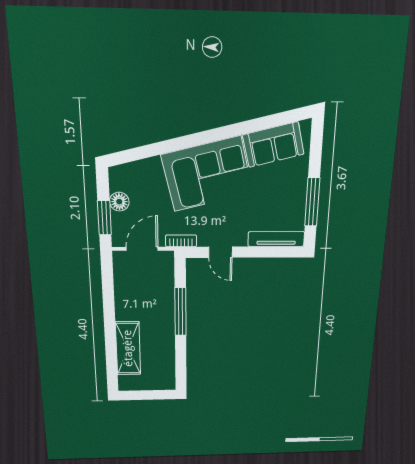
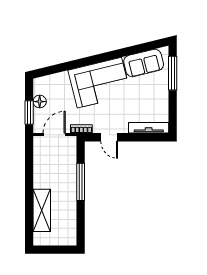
window: (312, 202) -> (173, 73), moved

